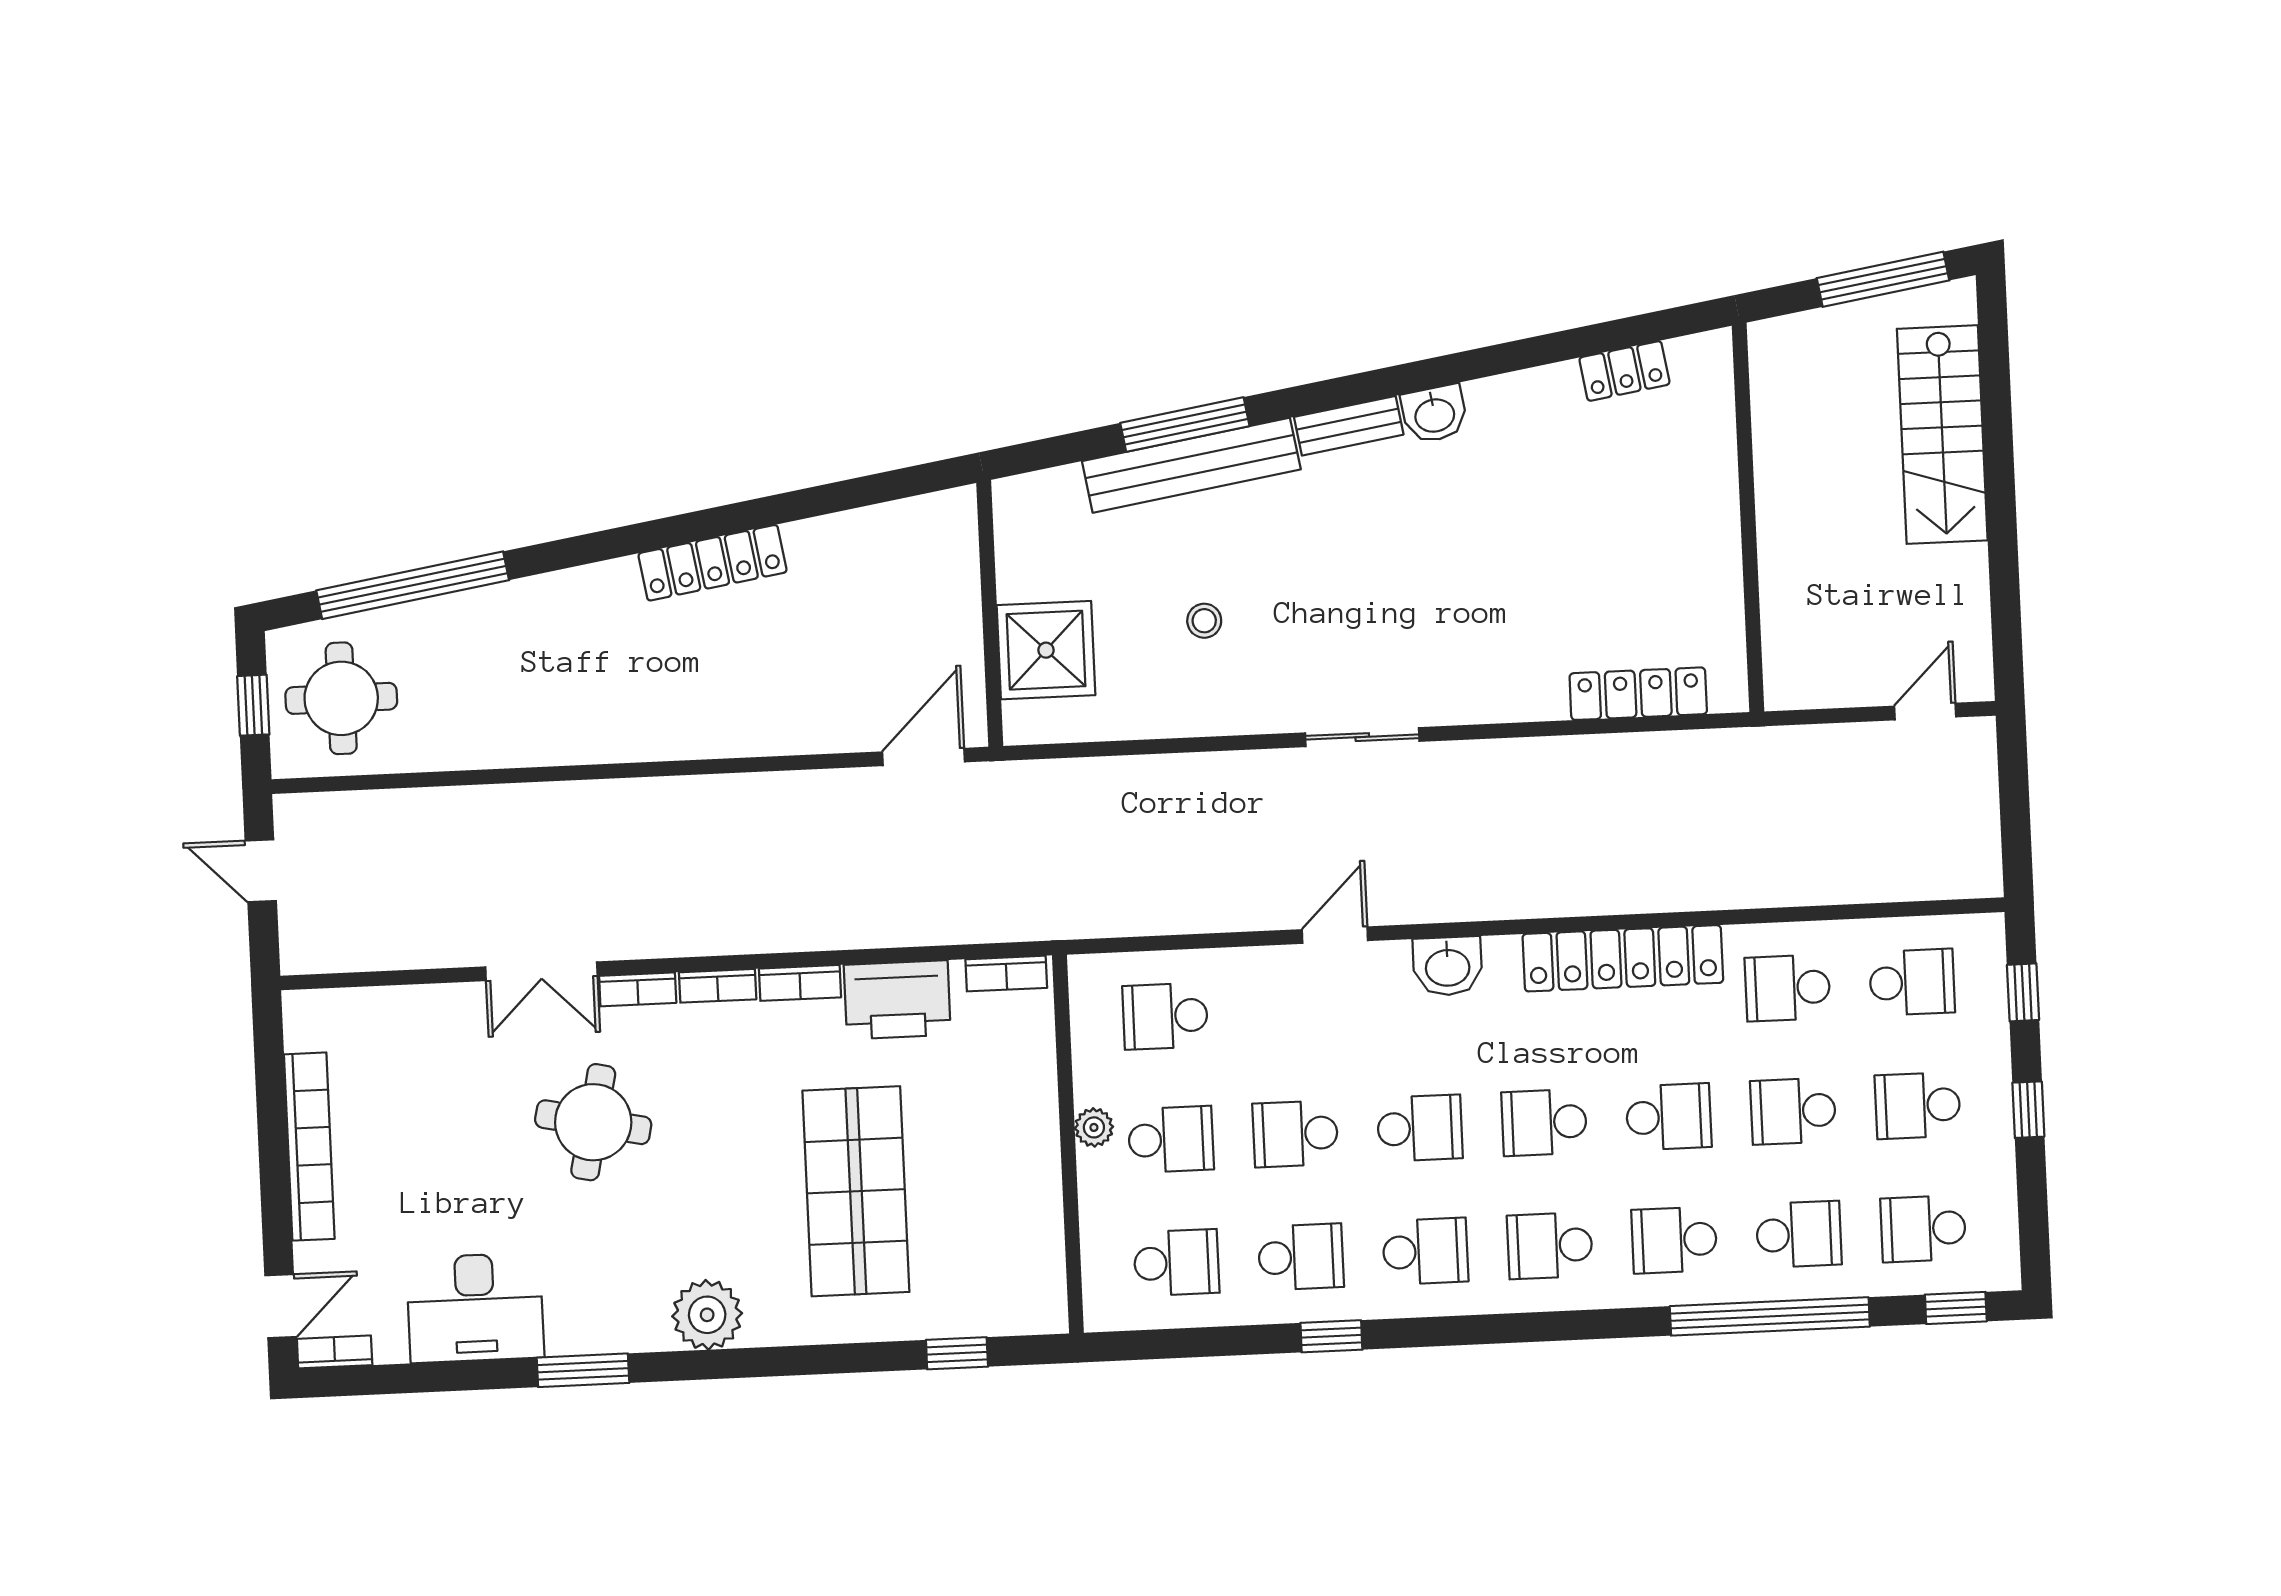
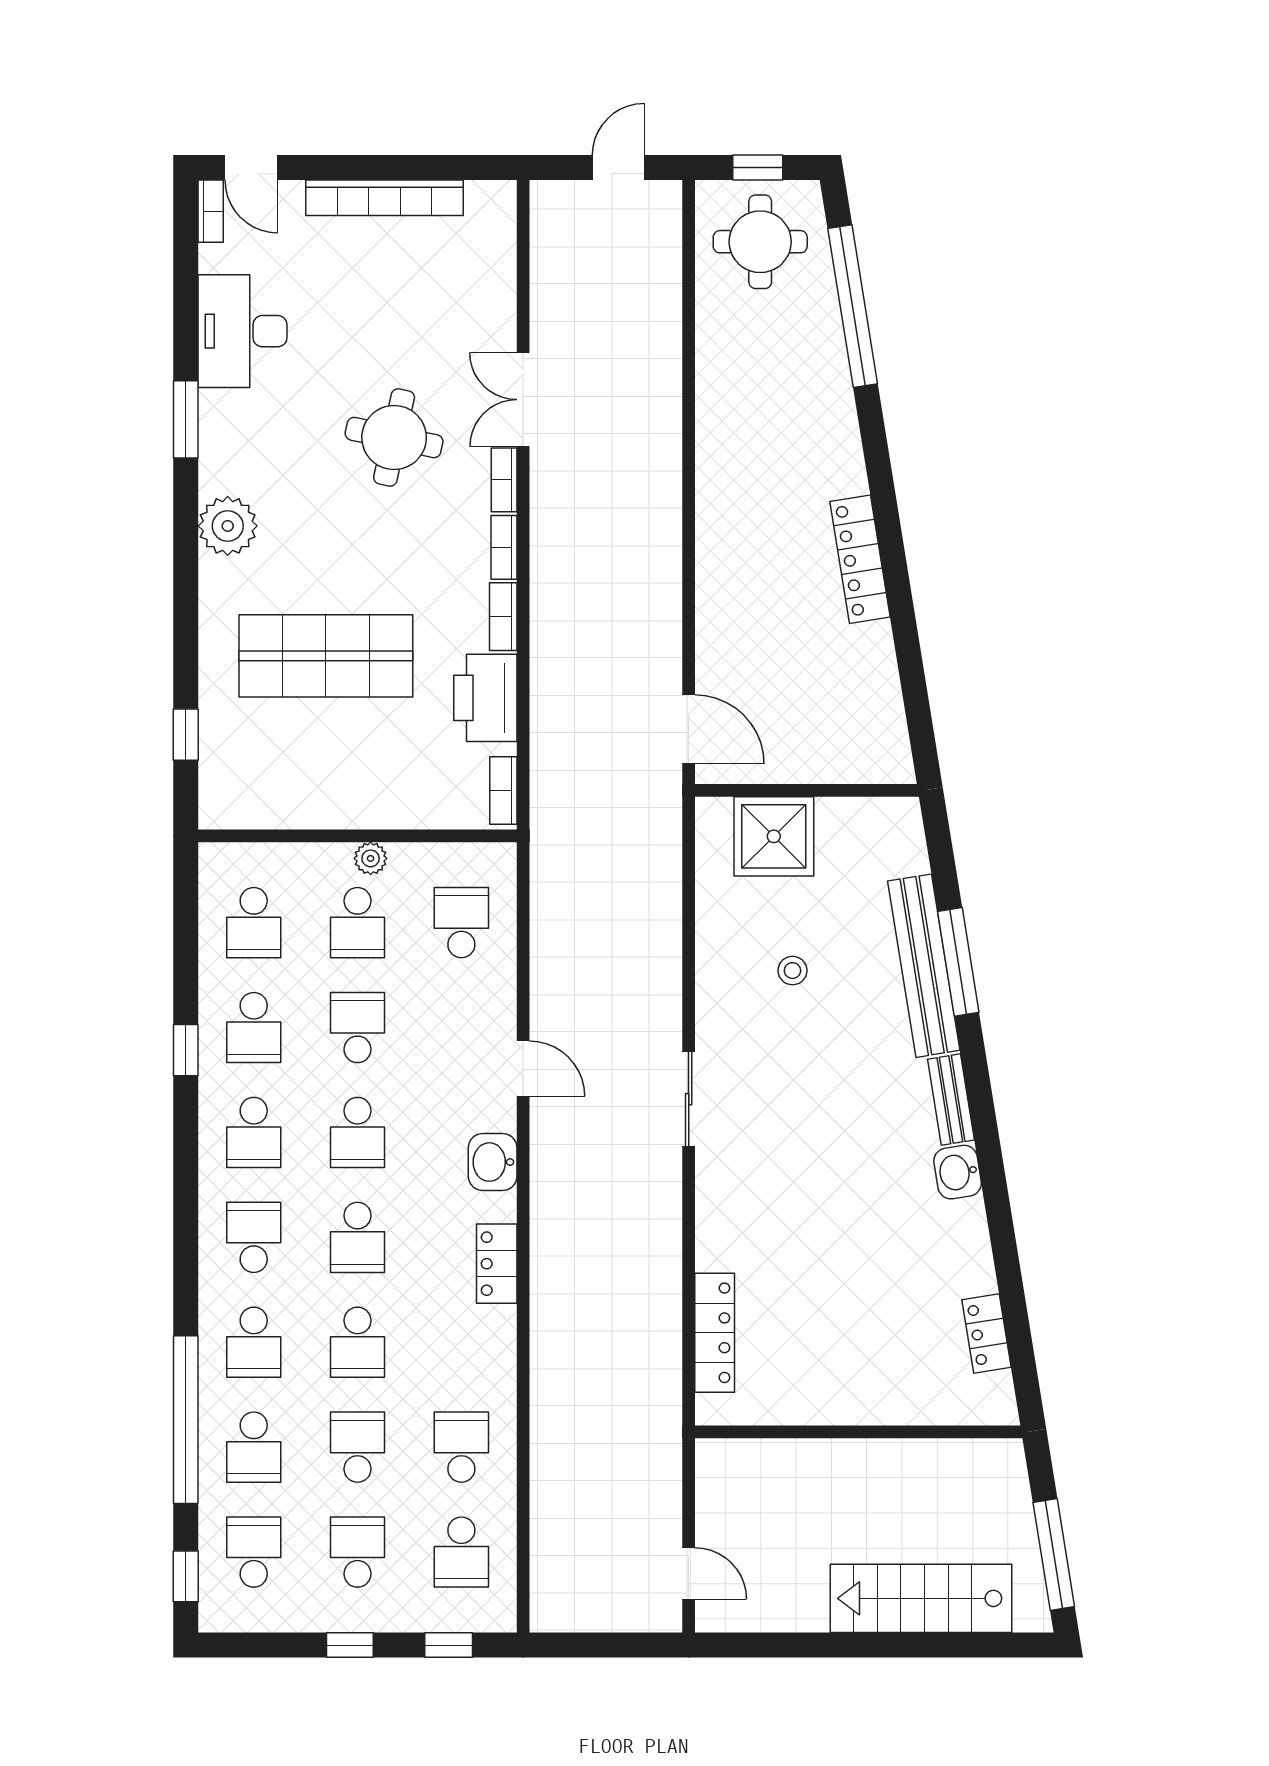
locker: (1623, 958) -> (497, 1264), width x0.46, depth x0.83
school desk: (1544, 1122) -> (358, 1237), turned 180
school desk: (1674, 1240) -> (254, 1342), turned 180

